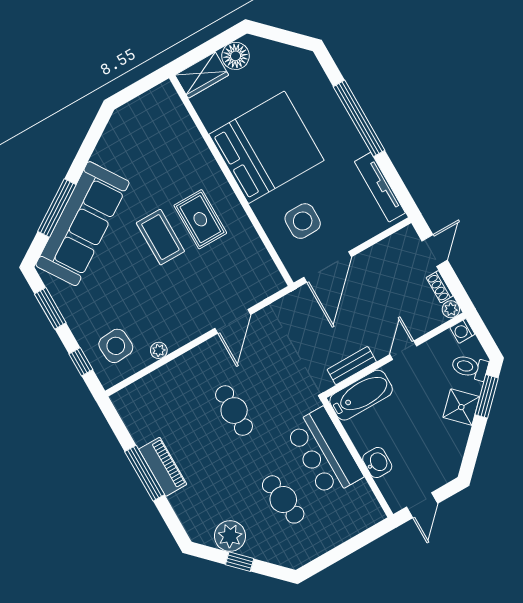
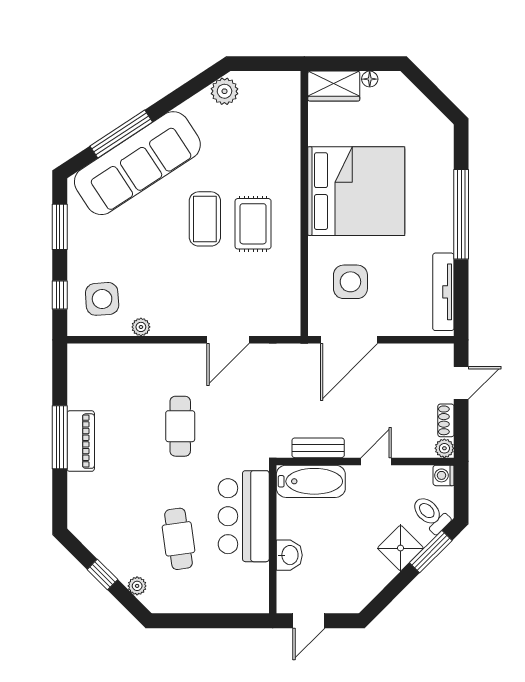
floor lamp: (236, 56) -> (370, 79), width x0.53, depth x0.53
plant: (118, 128) -> (224, 91), added
plant: (230, 536) -> (137, 586), moved, width x0.53, depth x0.53

